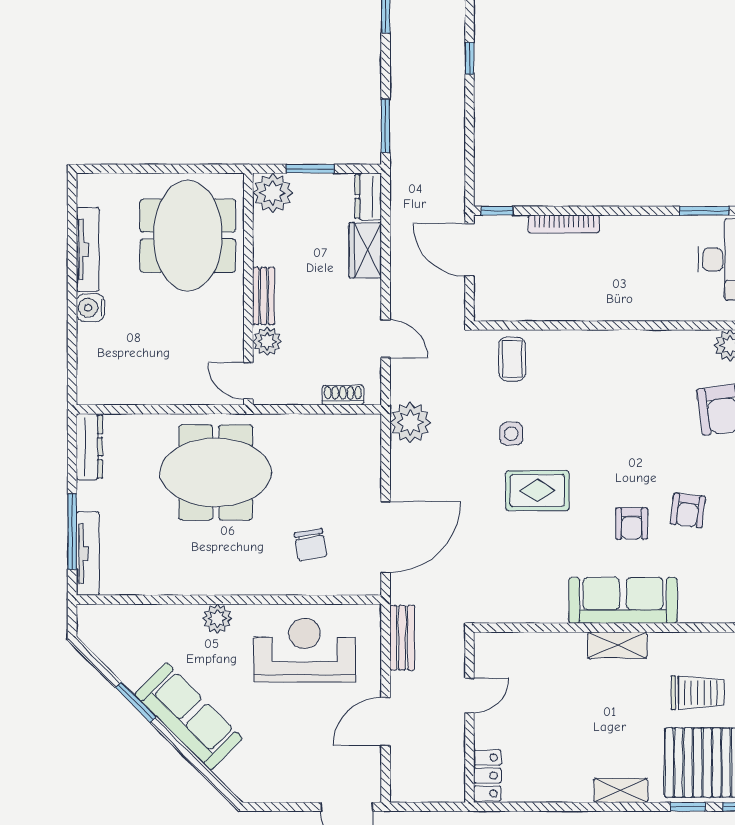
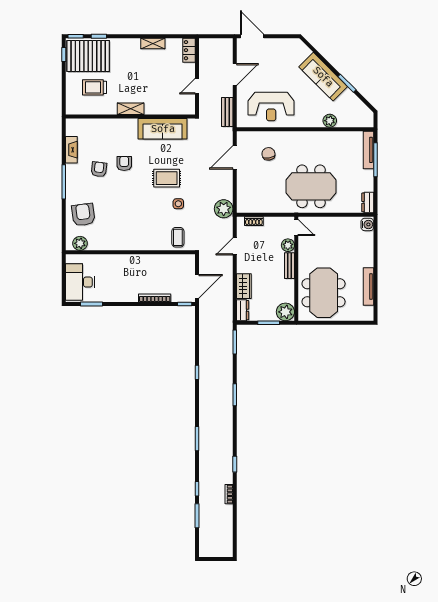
door: (470, 250) -> (197, 286), hinge flipped
water cooler: (90, 308) -> (367, 224), moved
door: (386, 339) -> (235, 246), hinge flipped
dresser: (89, 447) -> (368, 202), width x0.70
door: (386, 537) -> (235, 157), width x0.73
sofa: (623, 600) -> (163, 129), moved
plant: (217, 619) -> (330, 121), moved
shelving: (621, 790) -> (153, 43), moved

